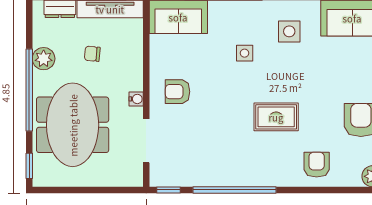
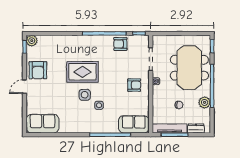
side table: (289, 31) -> (85, 95), moved
rug: (276, 117) -> (82, 72), width x1.36, depth x1.43
armchair: (317, 165) -> (120, 44), moved, turned 90

